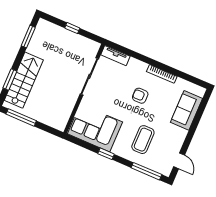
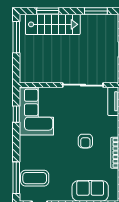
armchair: (140, 96) -> (85, 141), turned 180
coffee table: (143, 140) -> (35, 178), moved
window: (106, 154) -> (16, 114), moved

